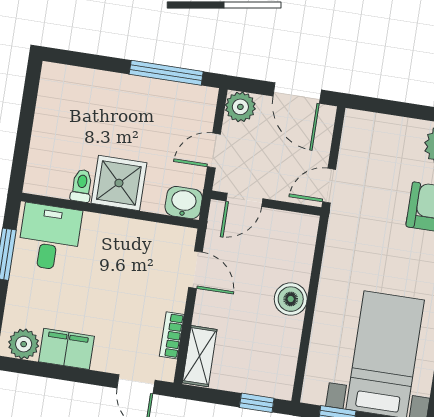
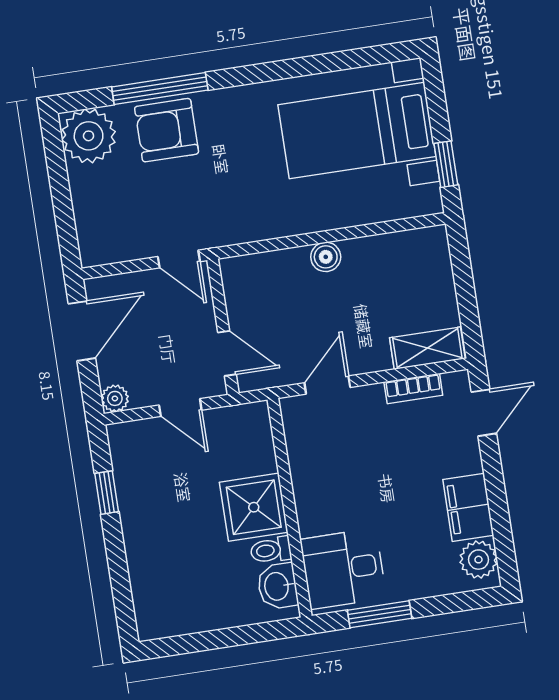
window: (166, 73) -> (107, 493), width x0.46
plant: (240, 107) -> (115, 398), width x0.73, depth x0.73
washbasin: (184, 203) -> (278, 586), moved
boiler: (291, 299) -> (326, 257), width x0.73, depth x0.73
window: (257, 403) -> (461, 264), removed

